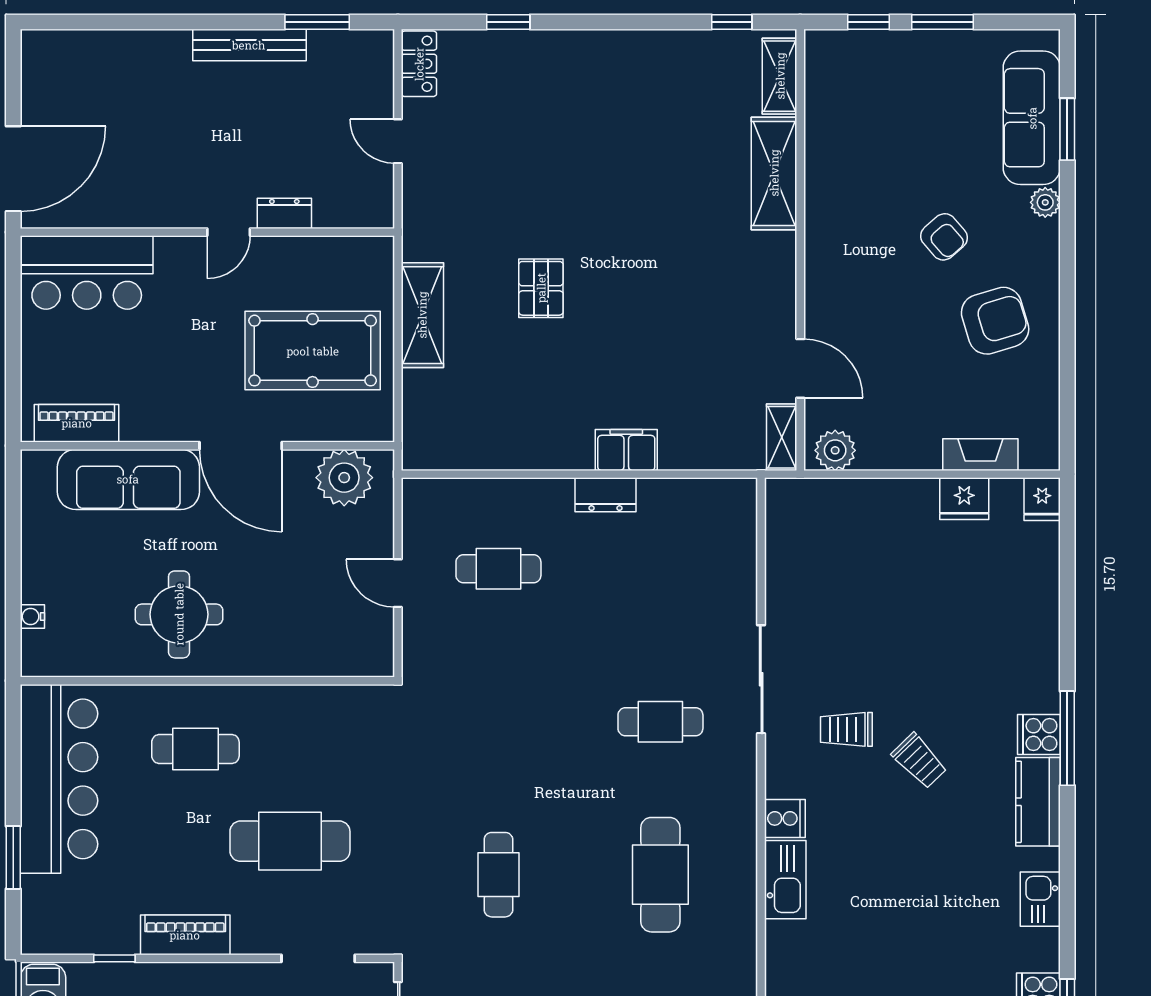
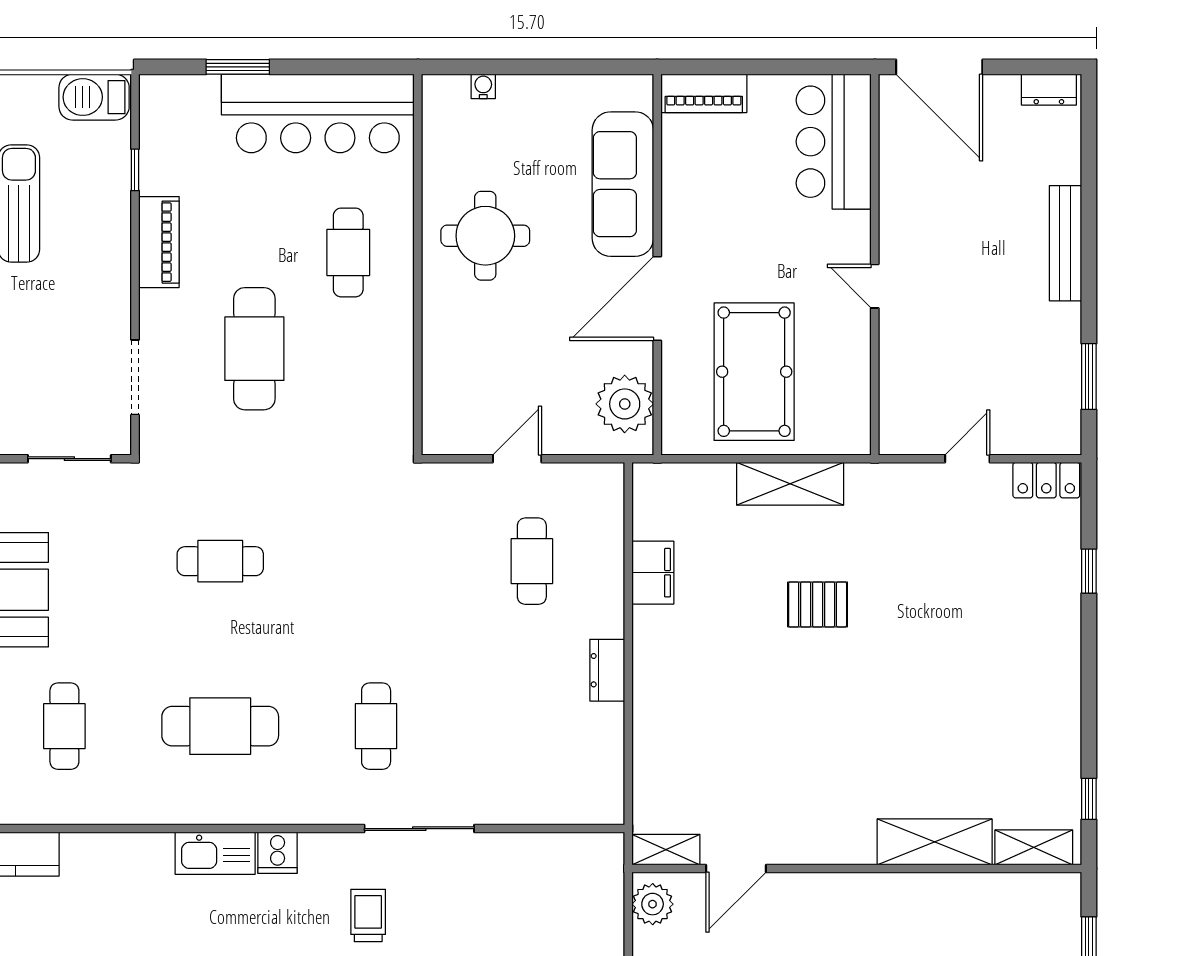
bench: (249, 45) -> (1065, 243), moved
dresser: (284, 213) -> (1049, 90), moved, turned 90
piano: (77, 423) -> (704, 93), moved, turned 90
filing cabinet: (626, 450) -> (653, 573), moved

